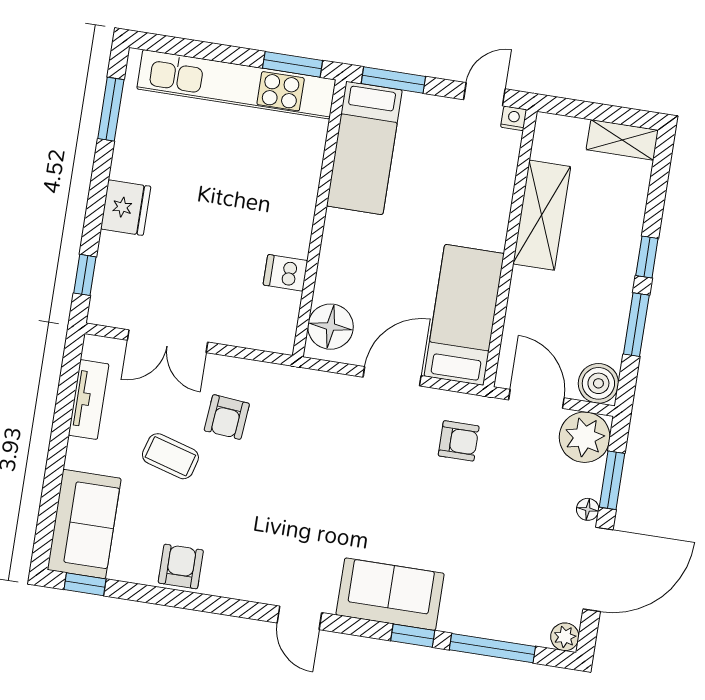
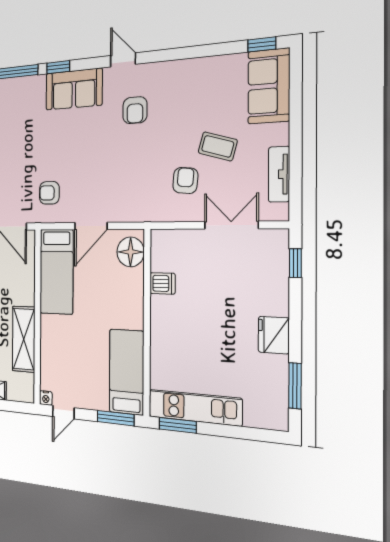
kitchen unit: (236, 84) -> (195, 408), width x0.73
fridge: (126, 208) -> (274, 335), moved
armchair: (181, 566) -> (135, 110), moved

